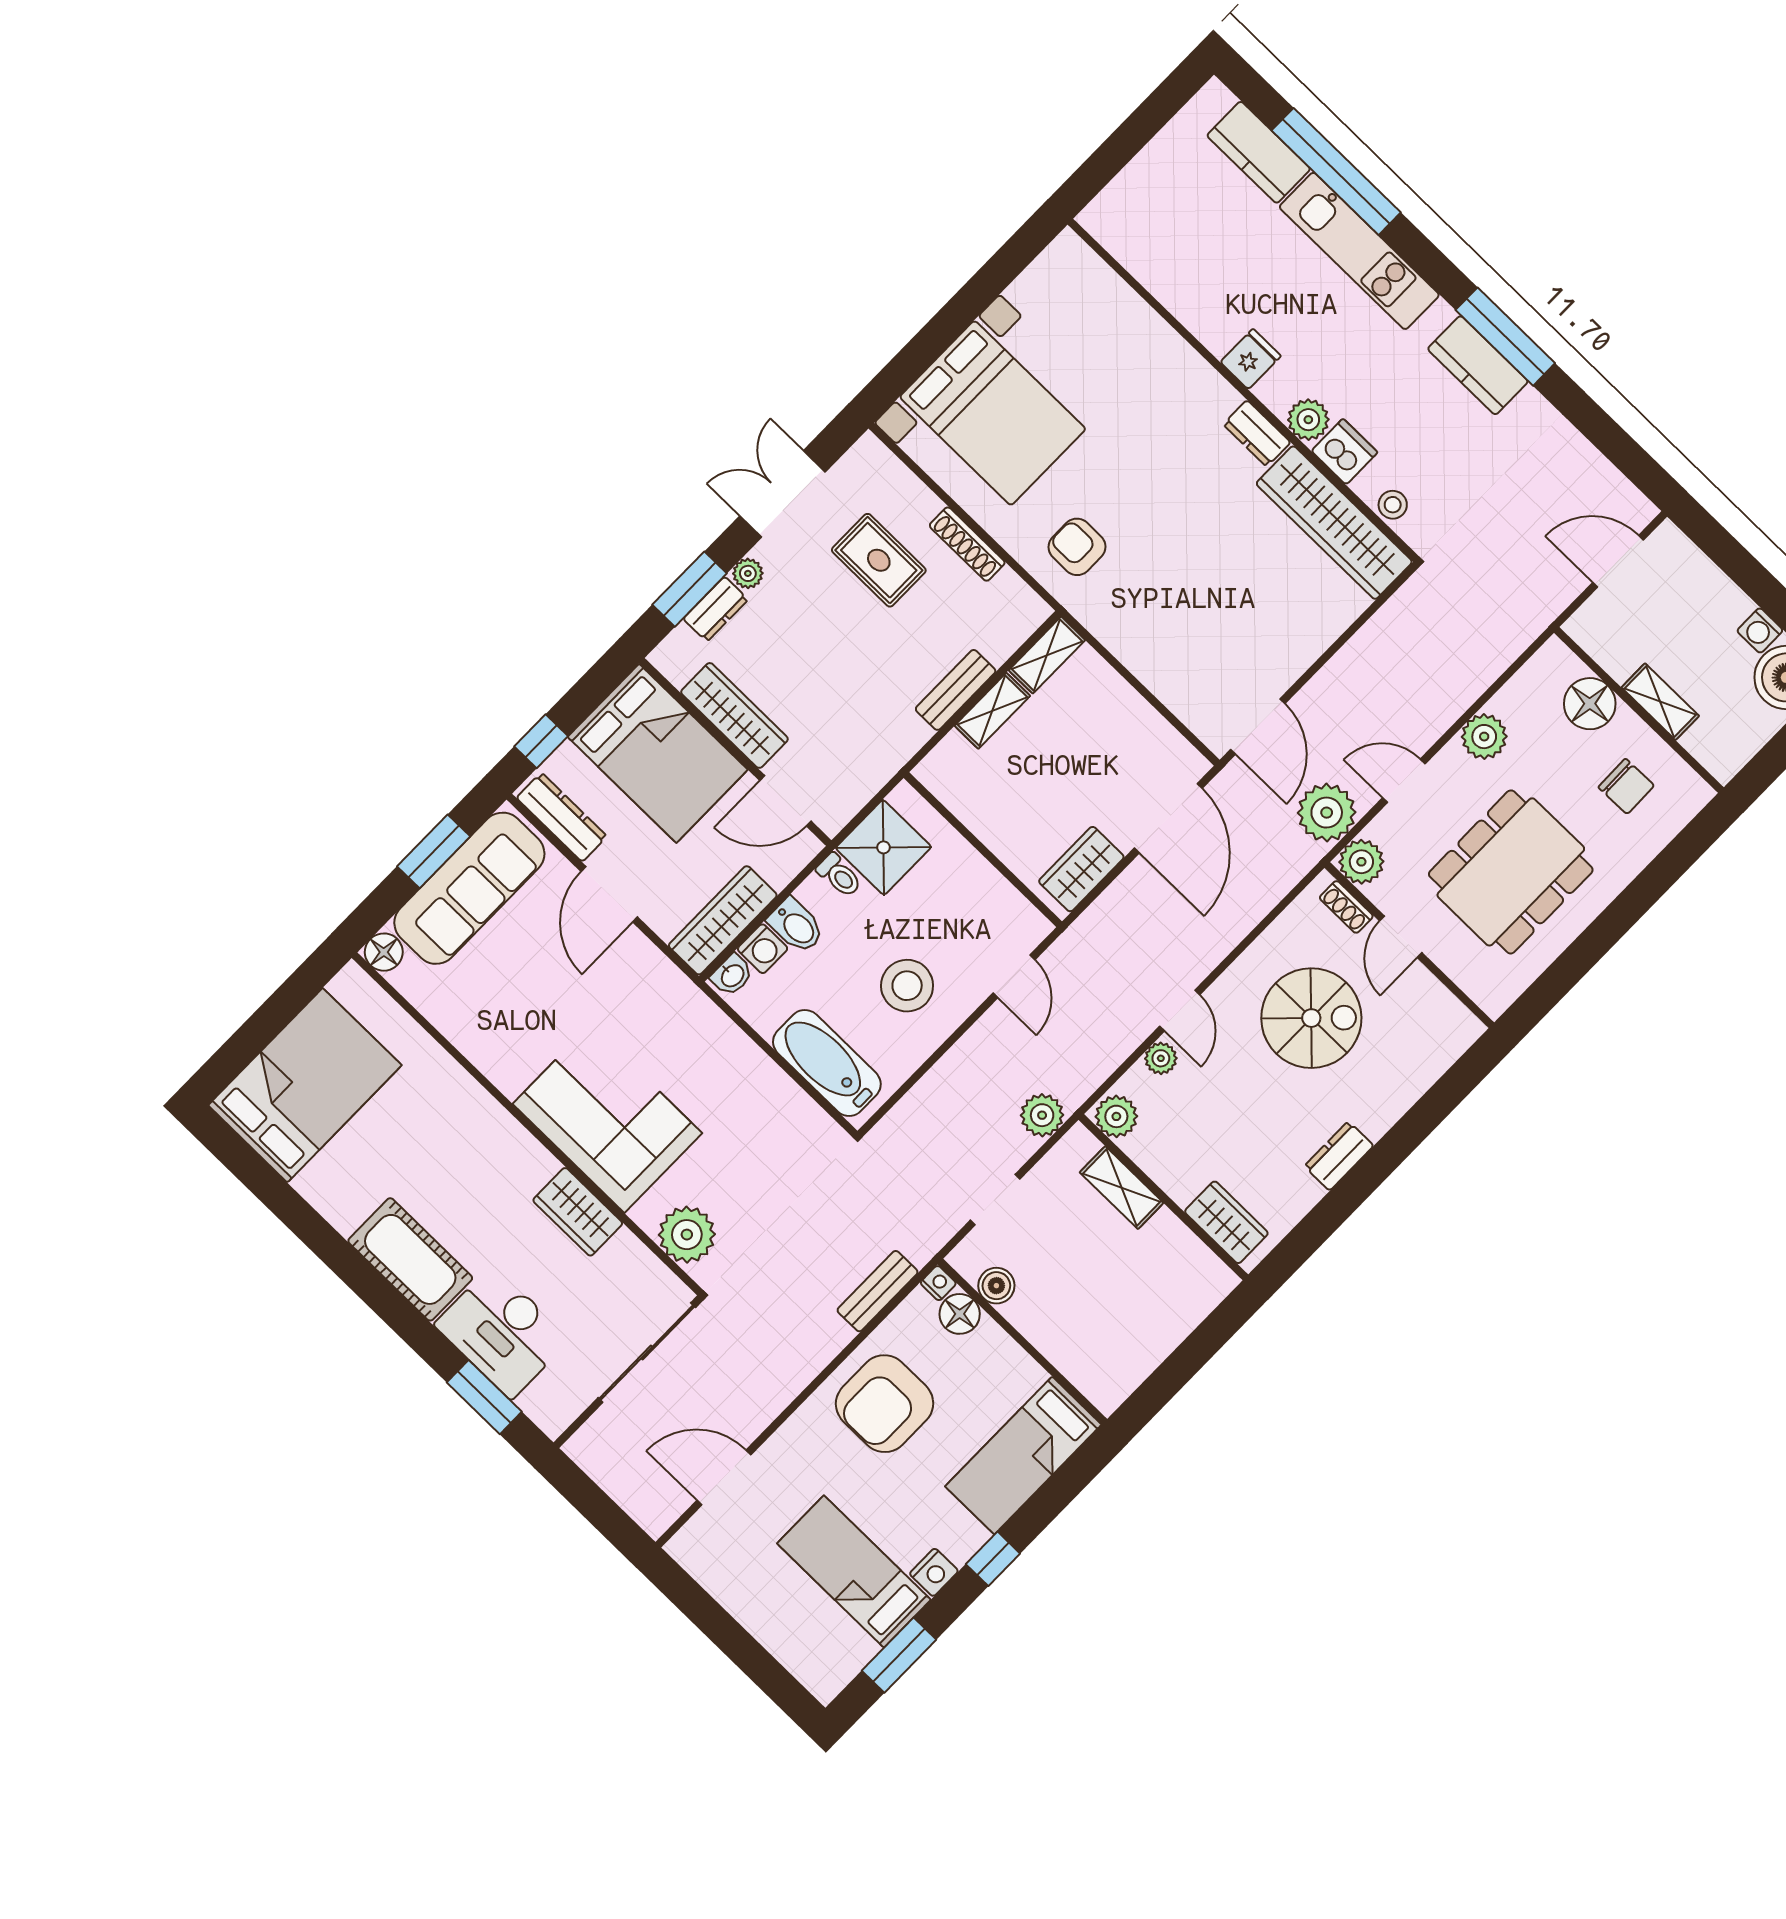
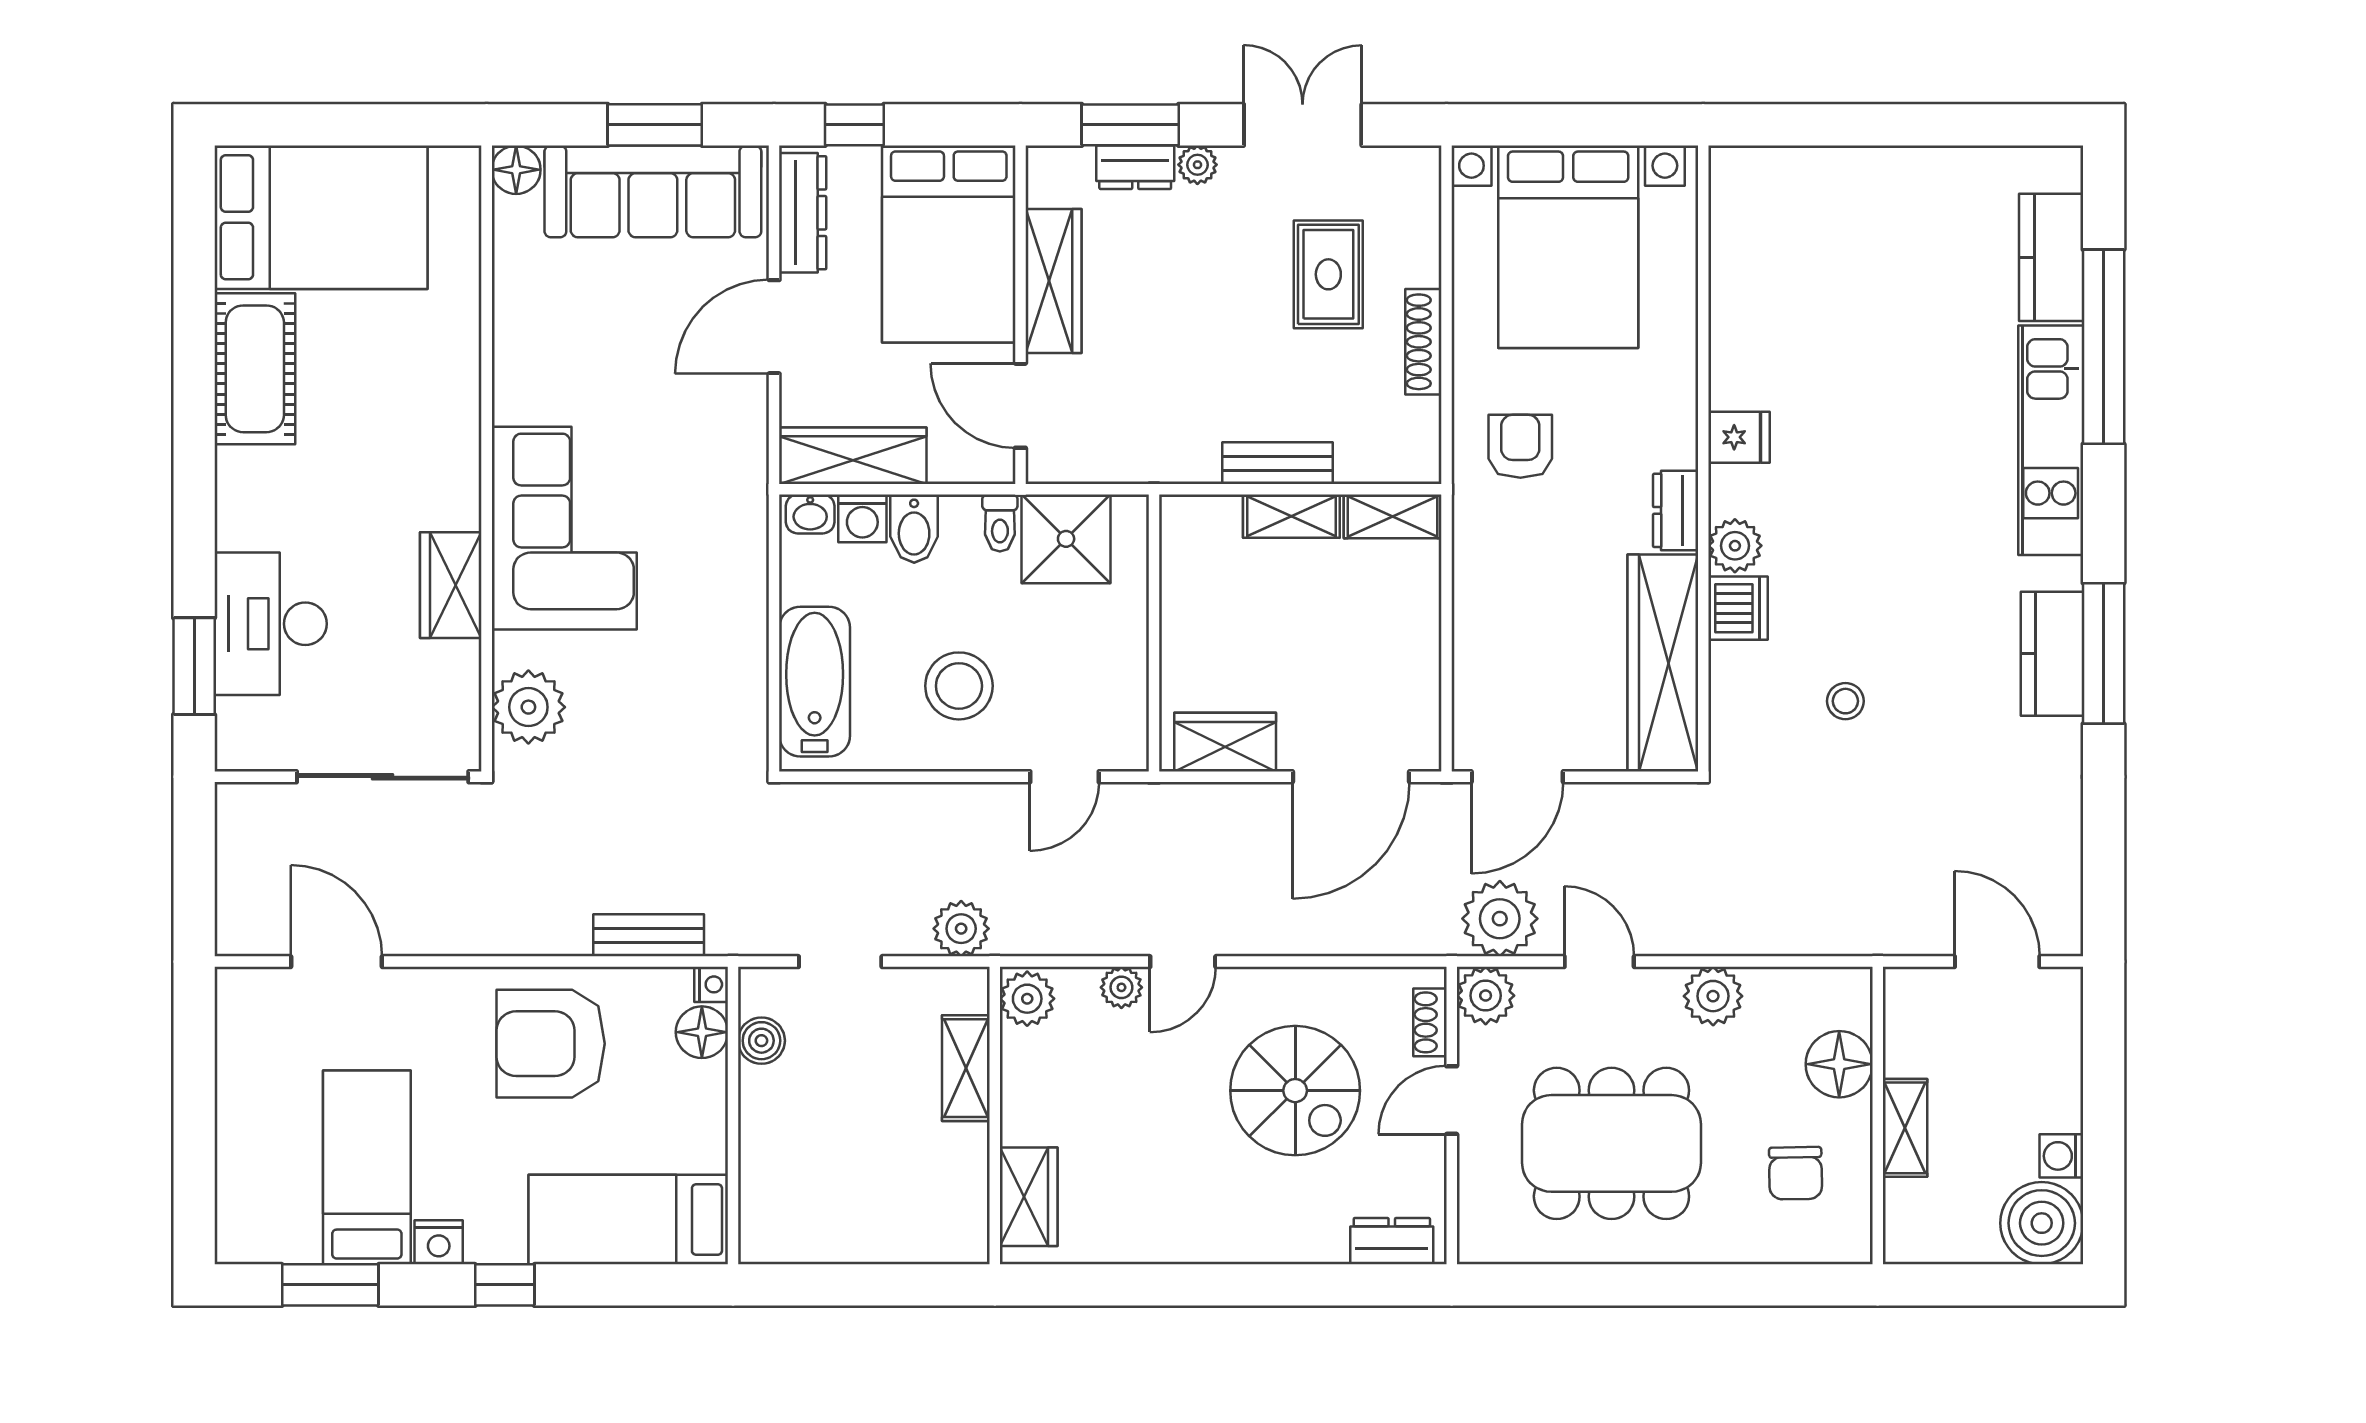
fridge: (1251, 359) -> (1739, 437), moved
wall: (1243, 390) -> (1703, 459), moved
plant: (1308, 420) -> (1735, 546), moved
dresser: (1257, 433) -> (1676, 510), moved
dishwasher: (1344, 452) -> (1738, 608), moved
wardrobe: (1334, 523) -> (1663, 663), moved
dresser: (1339, 1156) -> (1392, 1241), moved
cot: (410, 1259) -> (255, 369), moved

